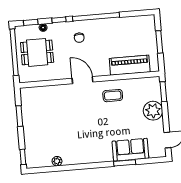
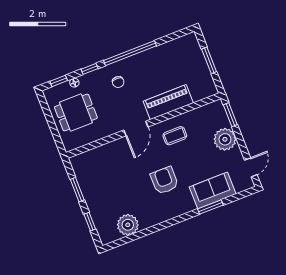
window: (14, 52) -> (50, 120), removed
piano: (130, 65) -> (168, 102), moved
door: (82, 80) -> (136, 129), swing flipped
armchair: (93, 130) -> (164, 180), added
window: (23, 157) -> (90, 222), moved
plant: (57, 161) -> (128, 225), width x1.87, depth x1.87

